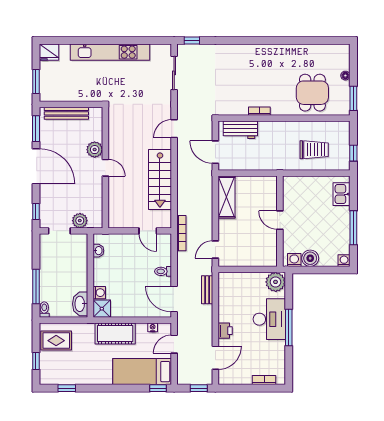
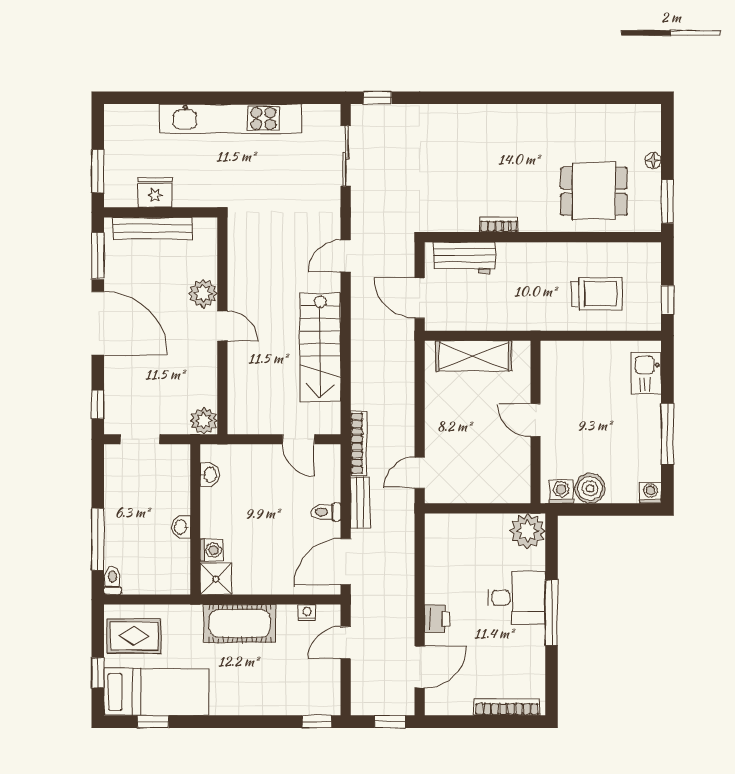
fridge: (49, 52) -> (155, 193), moved, turned 180
dining table: (312, 93) -> (594, 191), turned 90
shelving: (227, 197) -> (474, 356), moved, turned 90
plant: (80, 221) -> (204, 421), moved
bench: (207, 290) -> (360, 503), moved
door: (174, 299) -> (346, 562), hinge flipped
washbasin: (80, 304) -> (181, 527), moved, width x0.52, depth x0.69
desk: (269, 319) -> (517, 598), width x0.73
bed: (142, 372) -> (156, 692), moved, turned 180
bookcase: (264, 380) -> (507, 707), width x1.56

